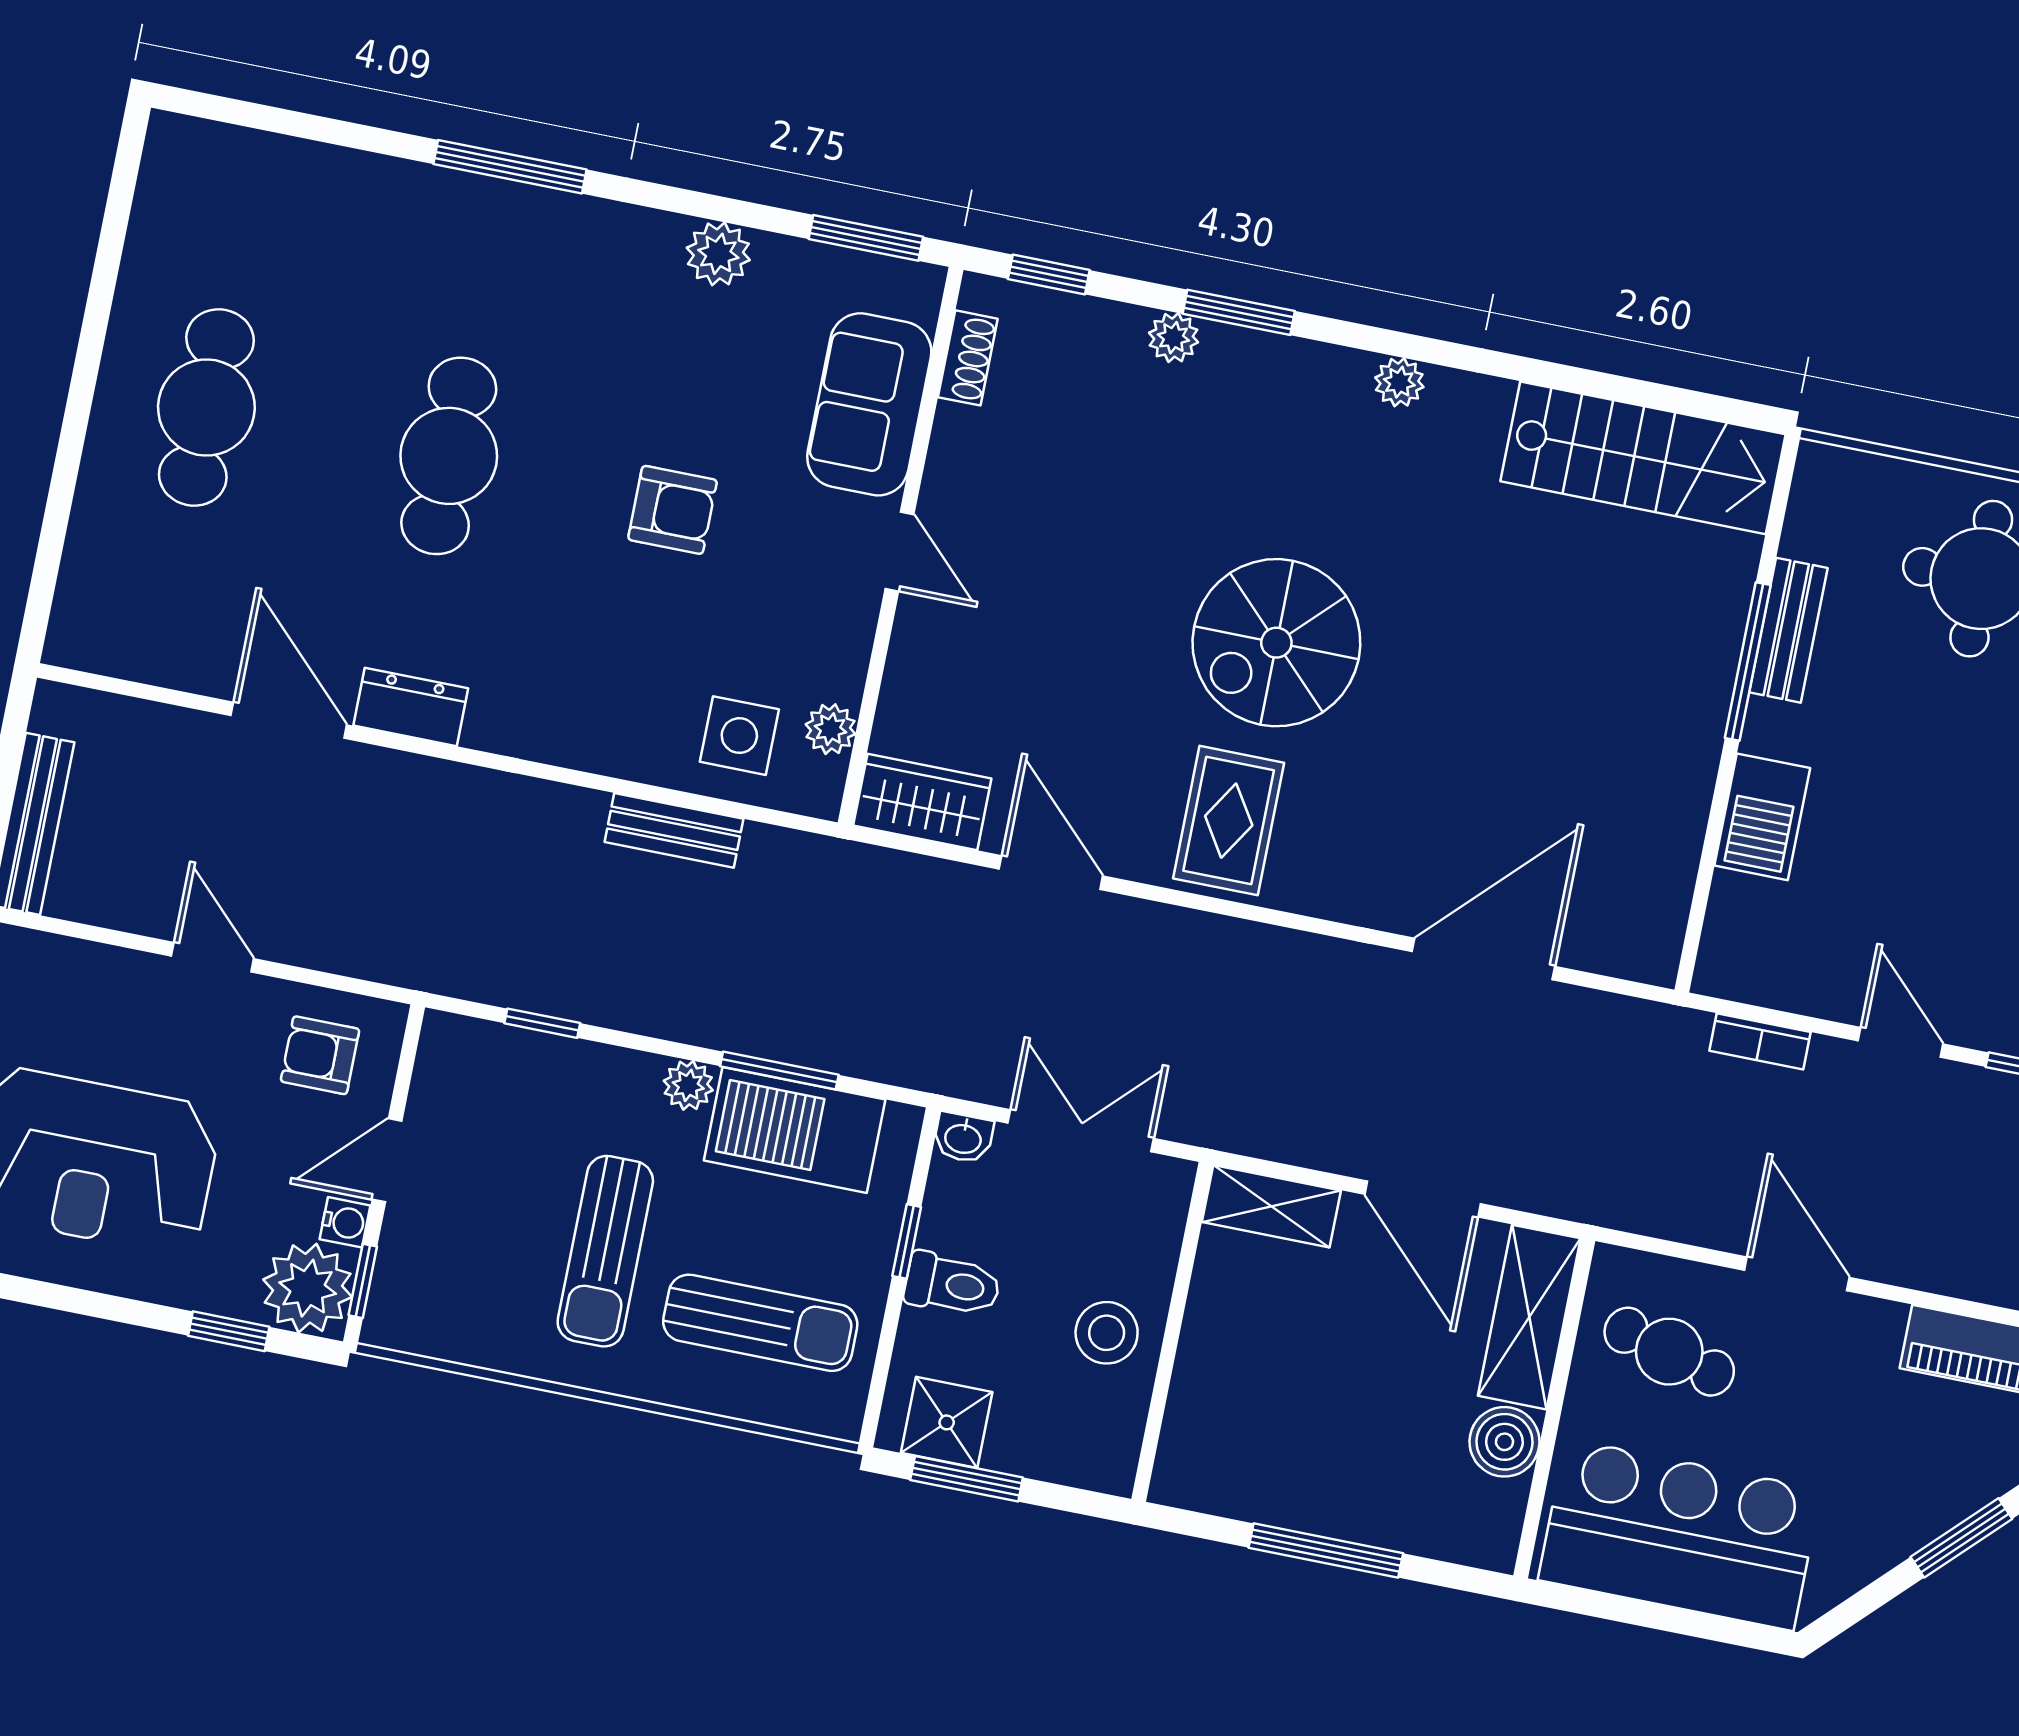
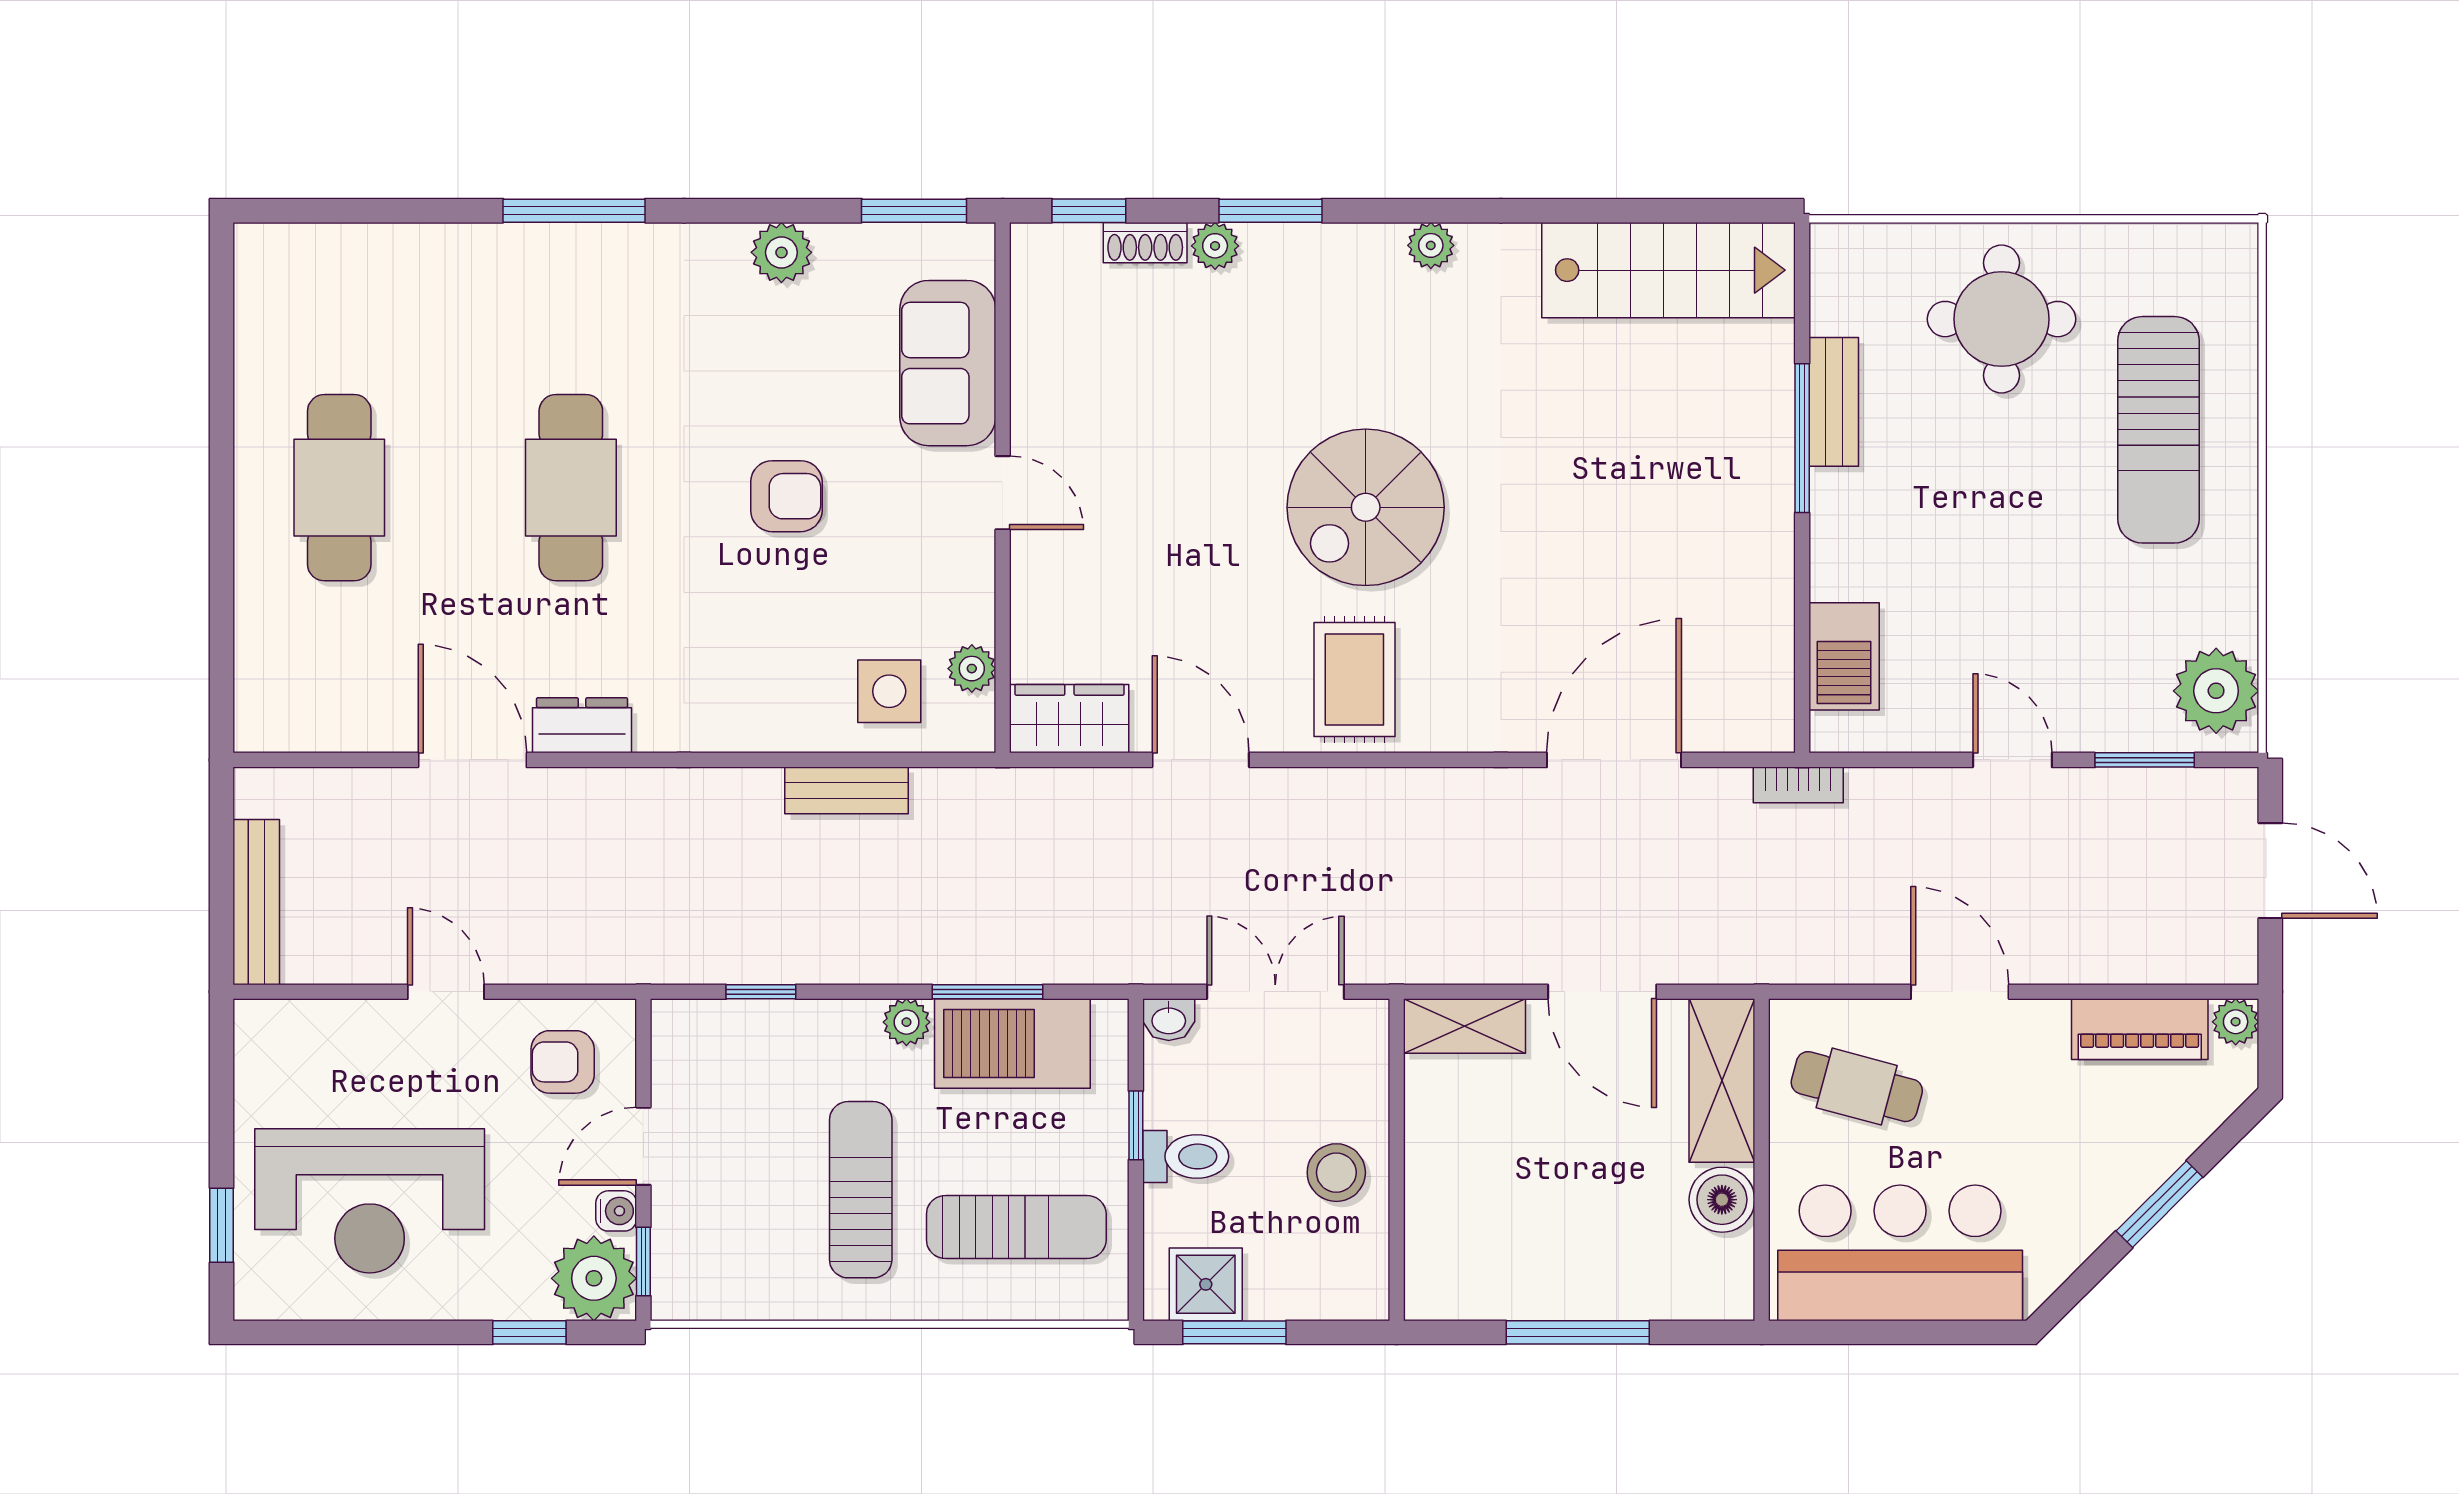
shoe rack: (968, 358) -> (1145, 243), moved, turned 90
barbecue: (1762, 817) -> (1844, 656), moved
bookcase: (1760, 1041) -> (1798, 785), moved
sun lounger: (605, 1251) -> (861, 1190), turned 180

